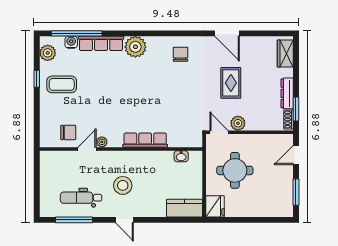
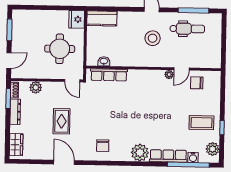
plant: (238, 123) -> (36, 87), moved
row of seats: (145, 140) -> (109, 75), moved

